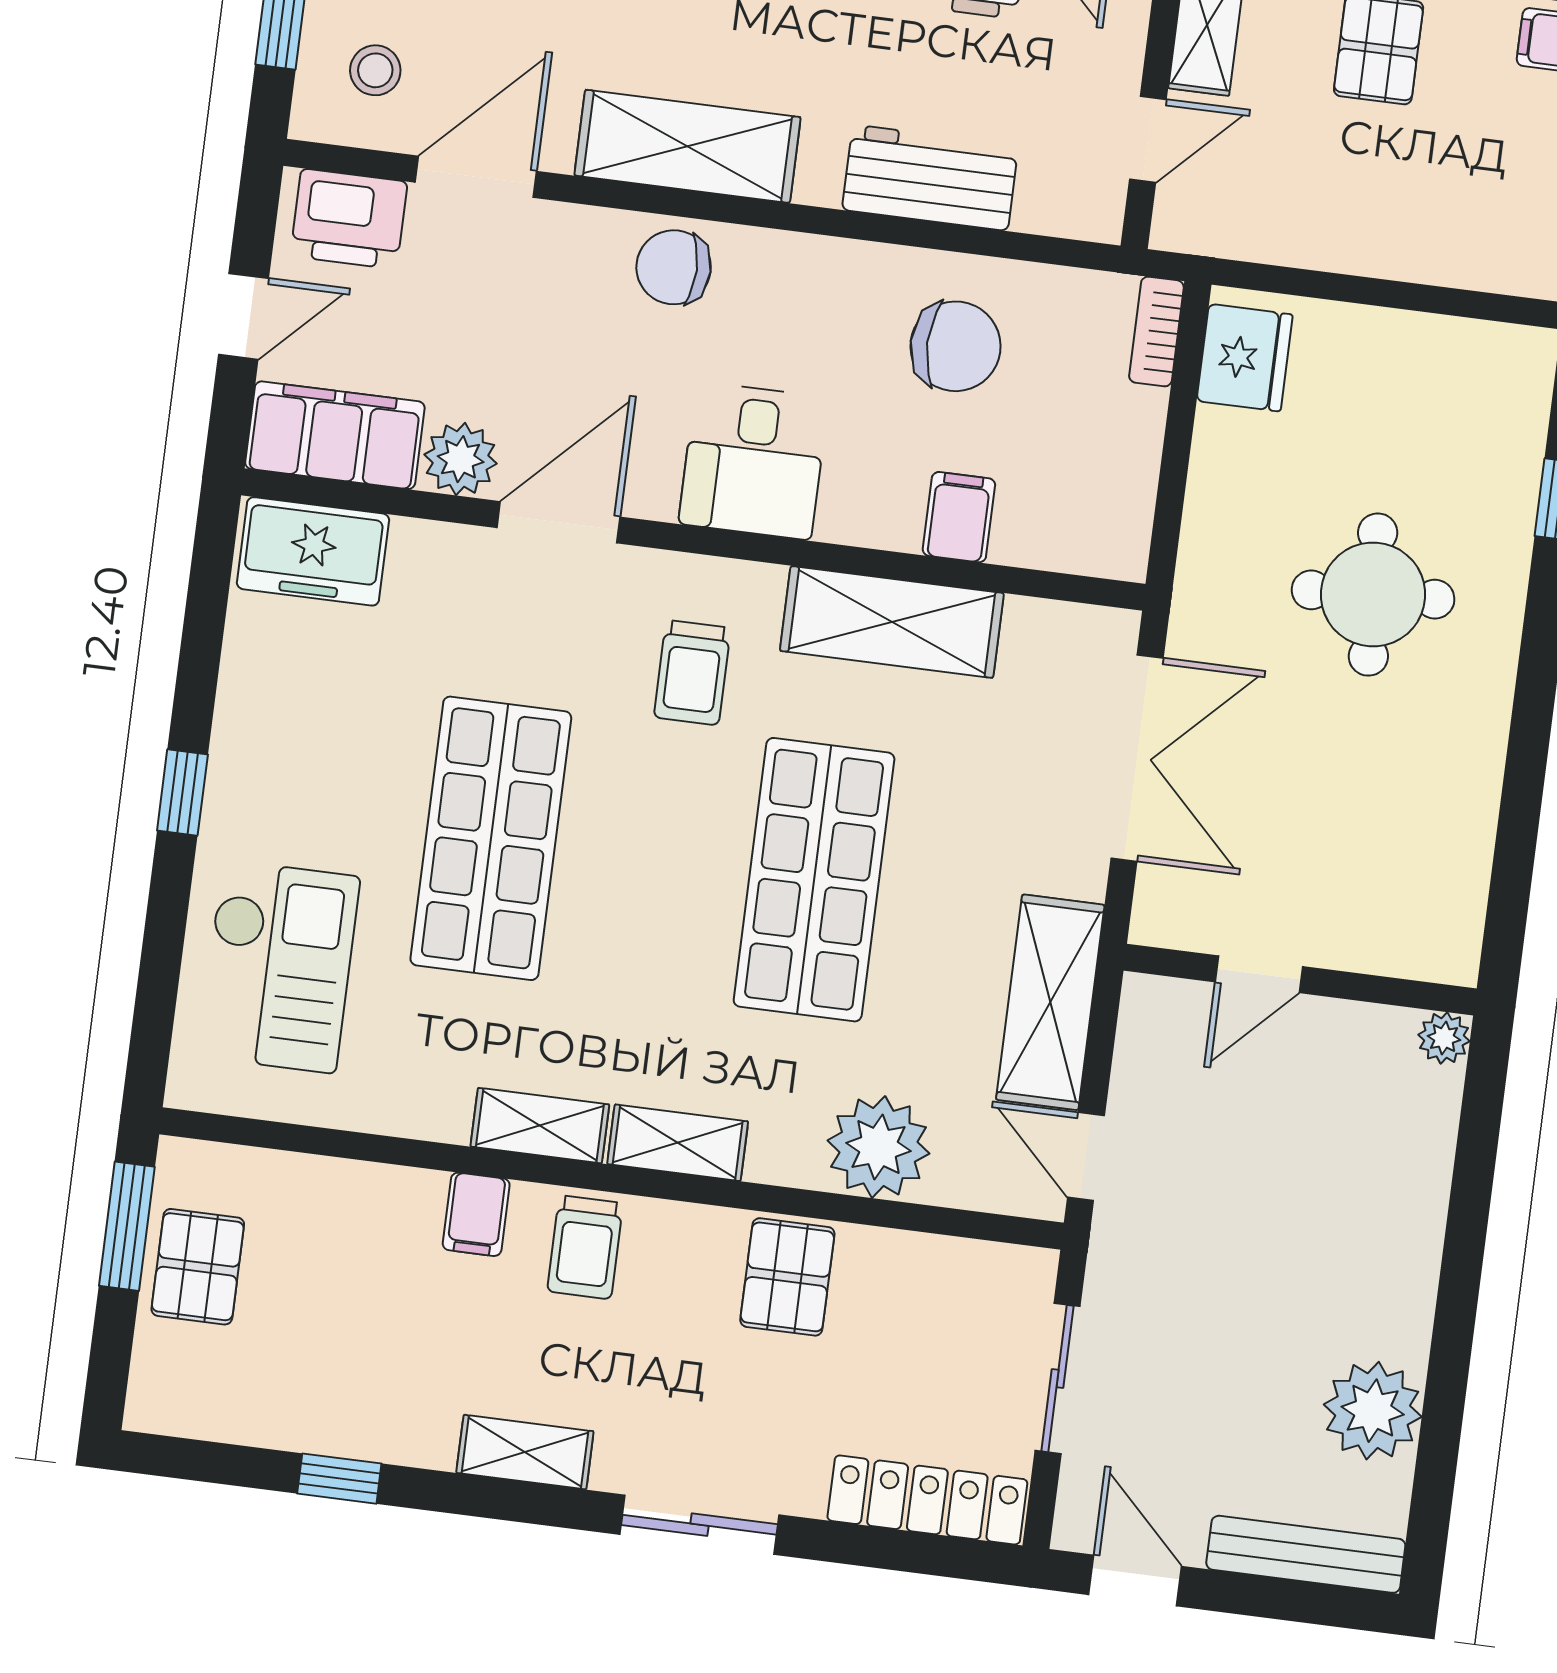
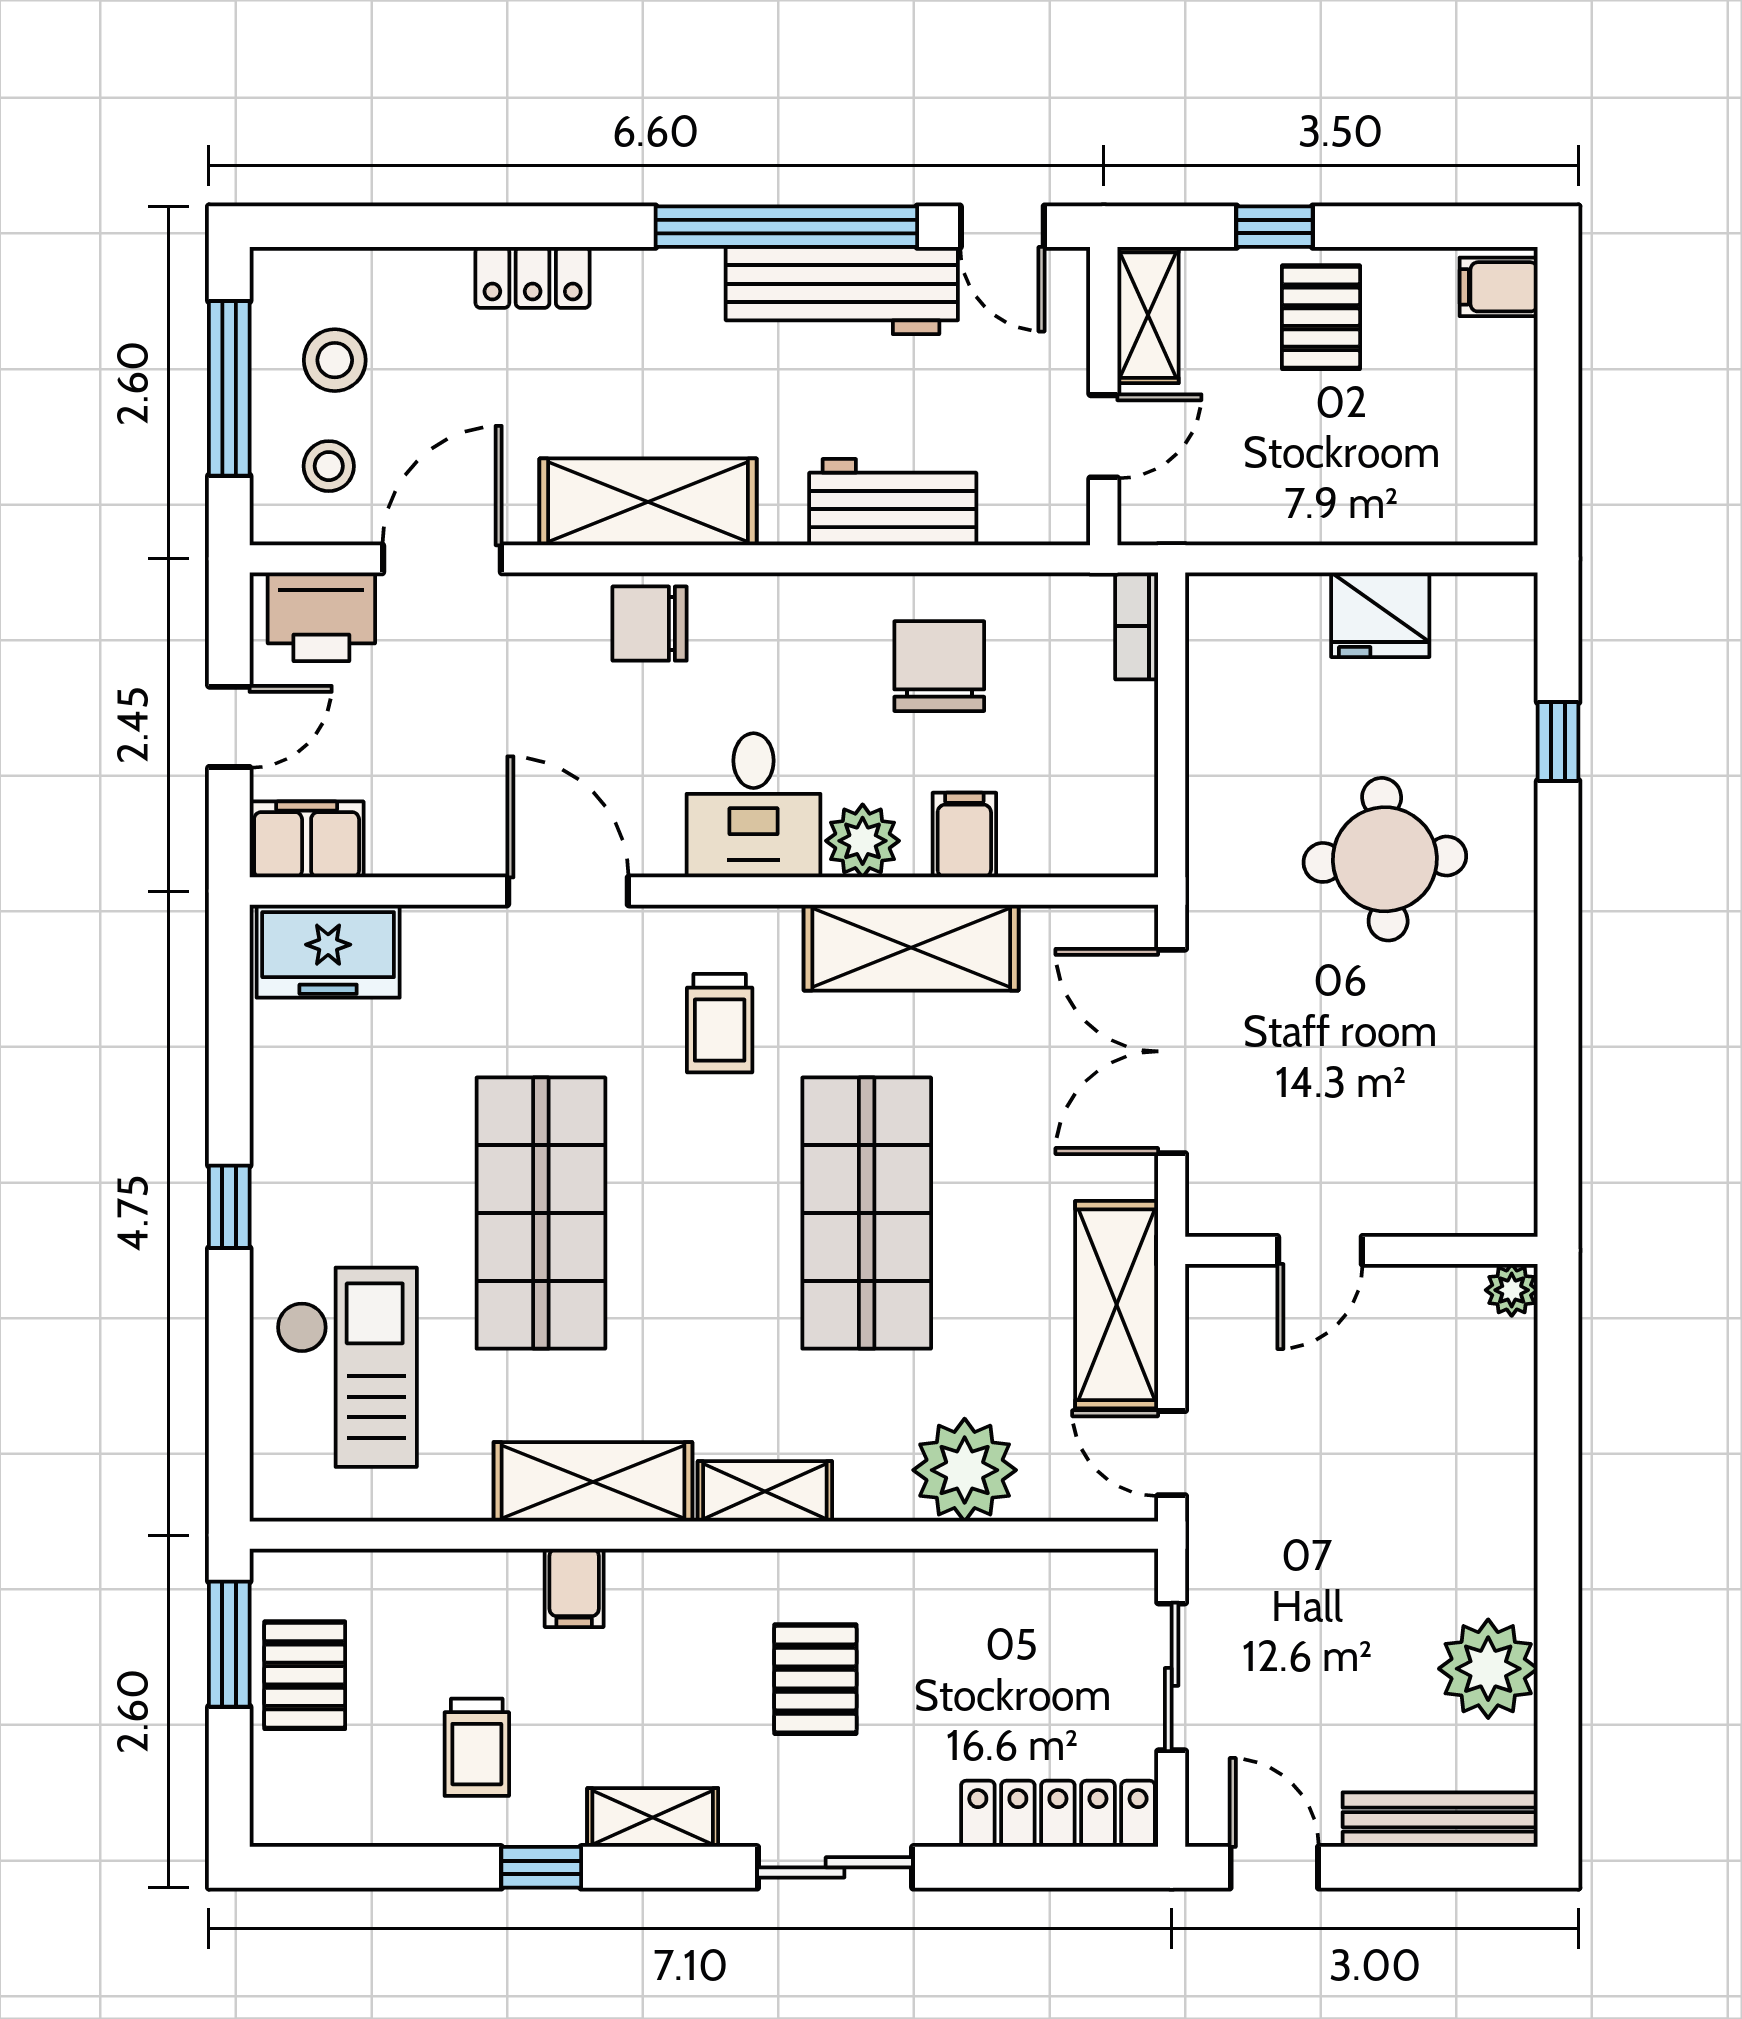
chair: (956, 346) -> (939, 666), turned -90
fridge: (1245, 358) -> (1380, 615), moved, turned 90
filing cabinet: (335, 435) -> (307, 839), width x0.67, depth x0.86
plant: (461, 459) -> (863, 841), moved
door: (559, 522) -> (568, 891), hinge flipped
double door: (1137, 758) -> (1172, 1051), swing flipped
shelving: (540, 1126) -> (593, 1482), width x1.50, depth x1.33
trolley: (585, 1247) -> (477, 1747), moved
pallet: (787, 1277) -> (815, 1679), moved
window: (339, 1479) -> (541, 1867), moved

